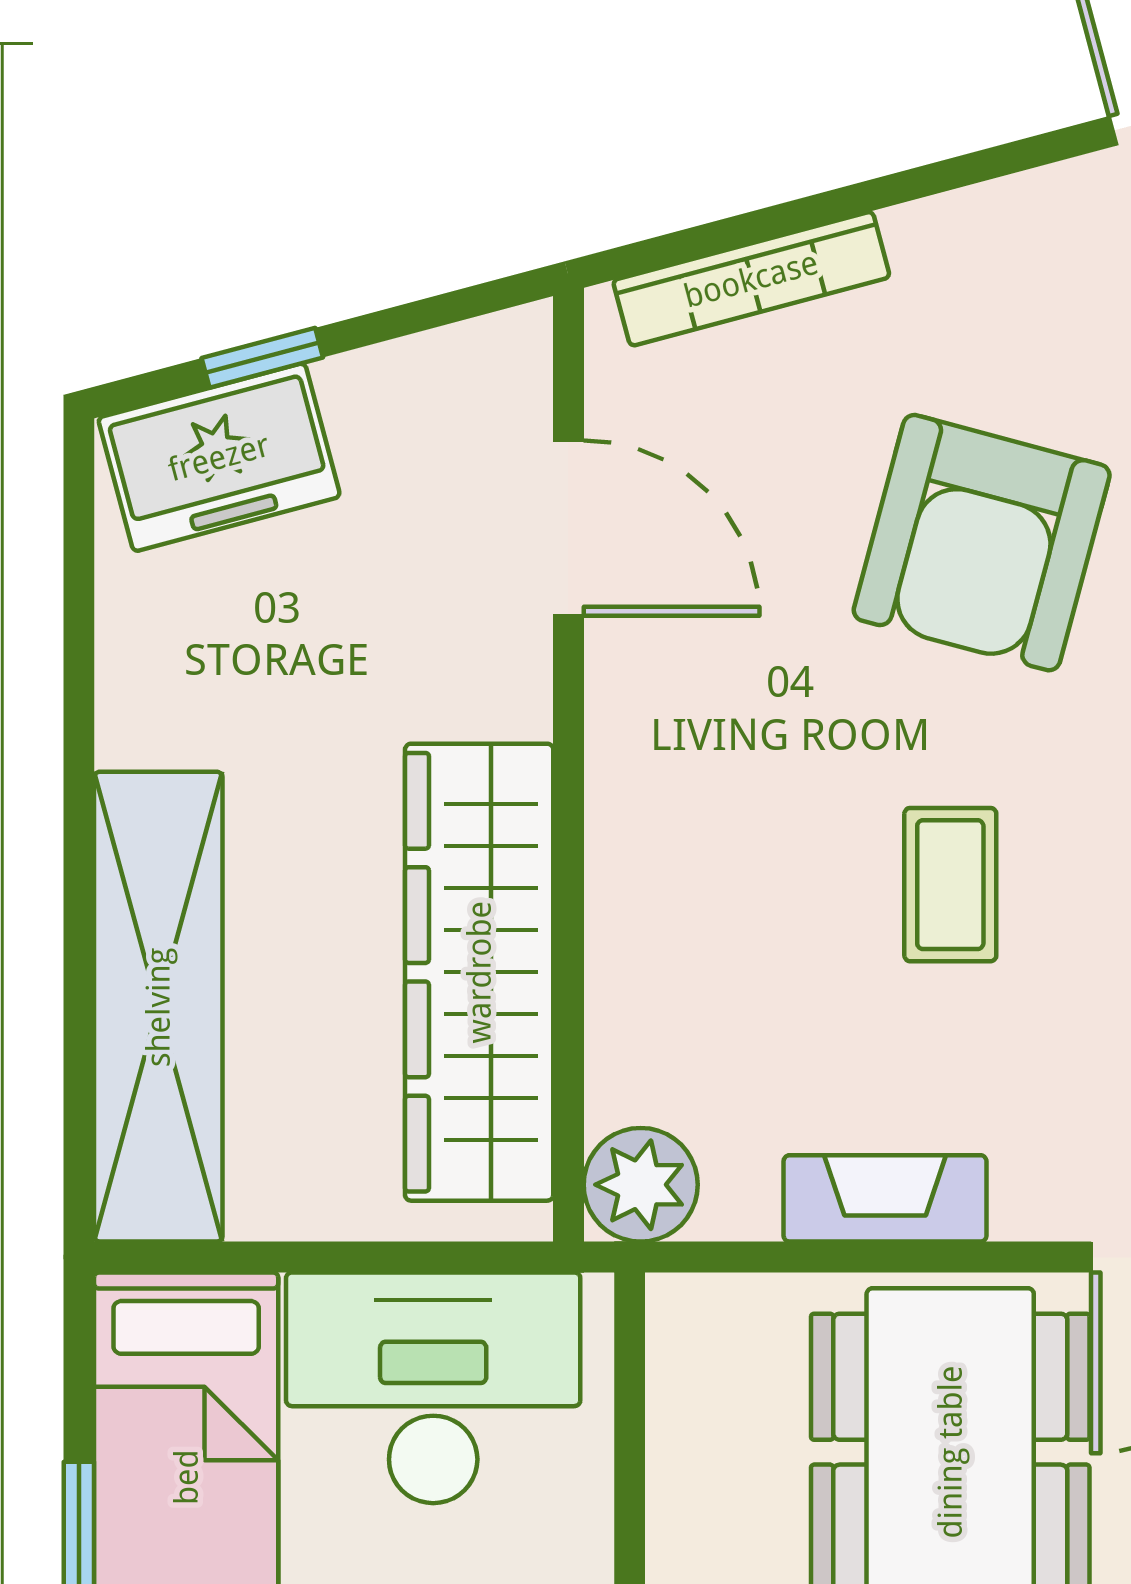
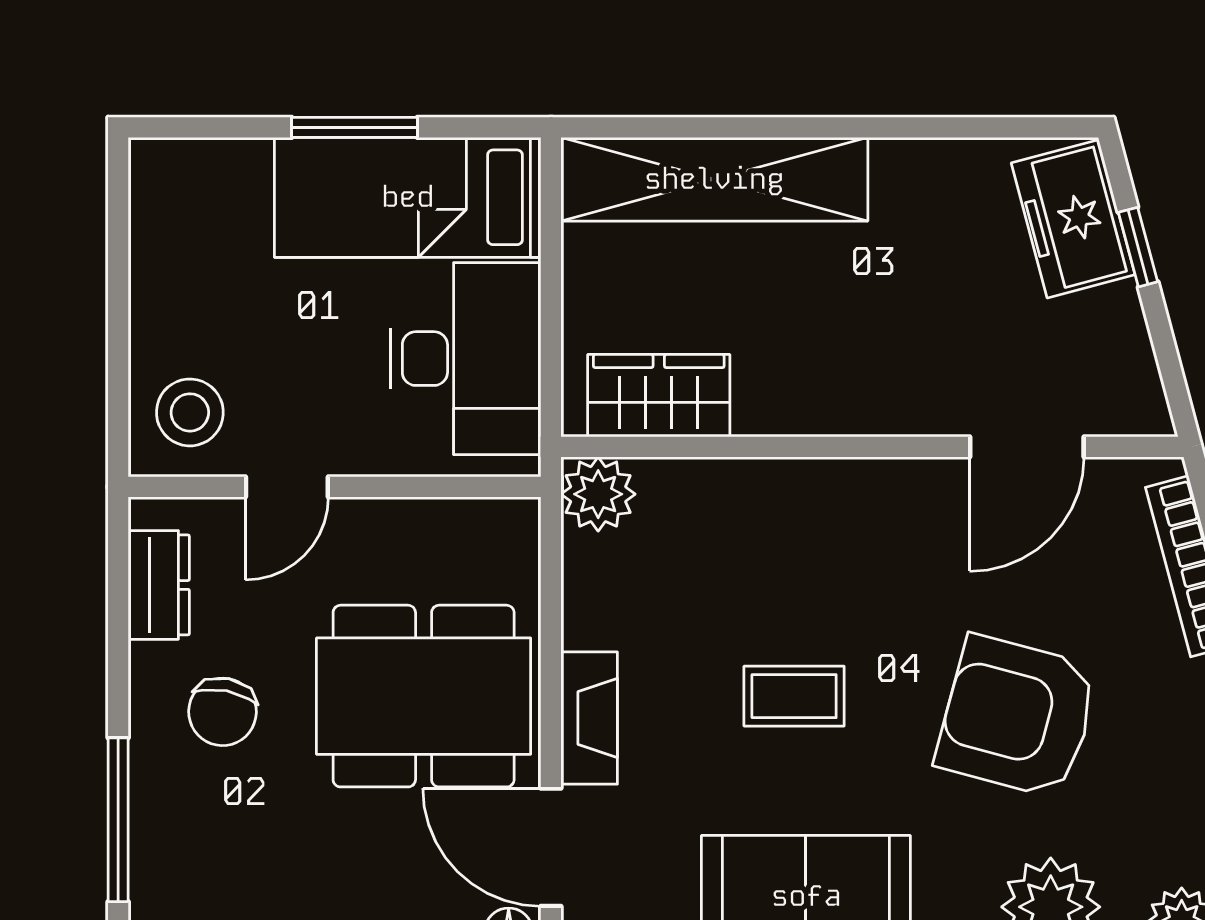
wardrobe: (479, 972) -> (659, 396), width x0.48, depth x0.85
fireplace: (885, 1198) -> (589, 718), moved

